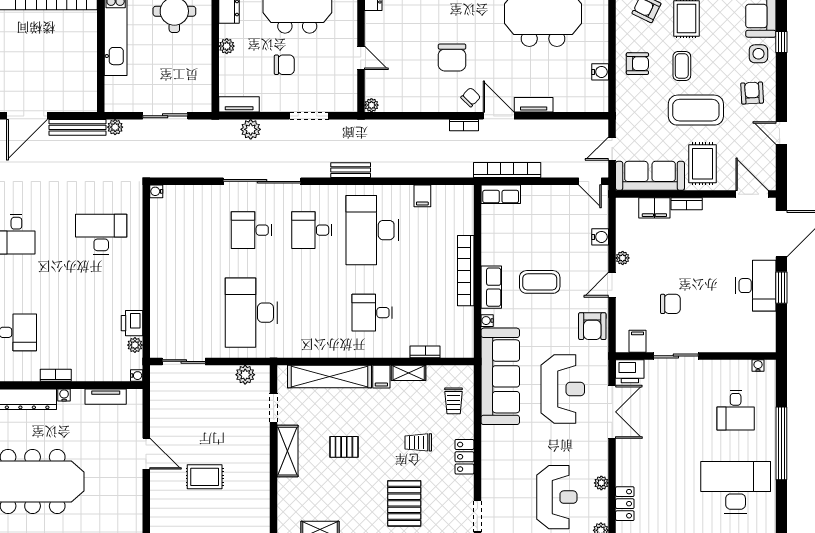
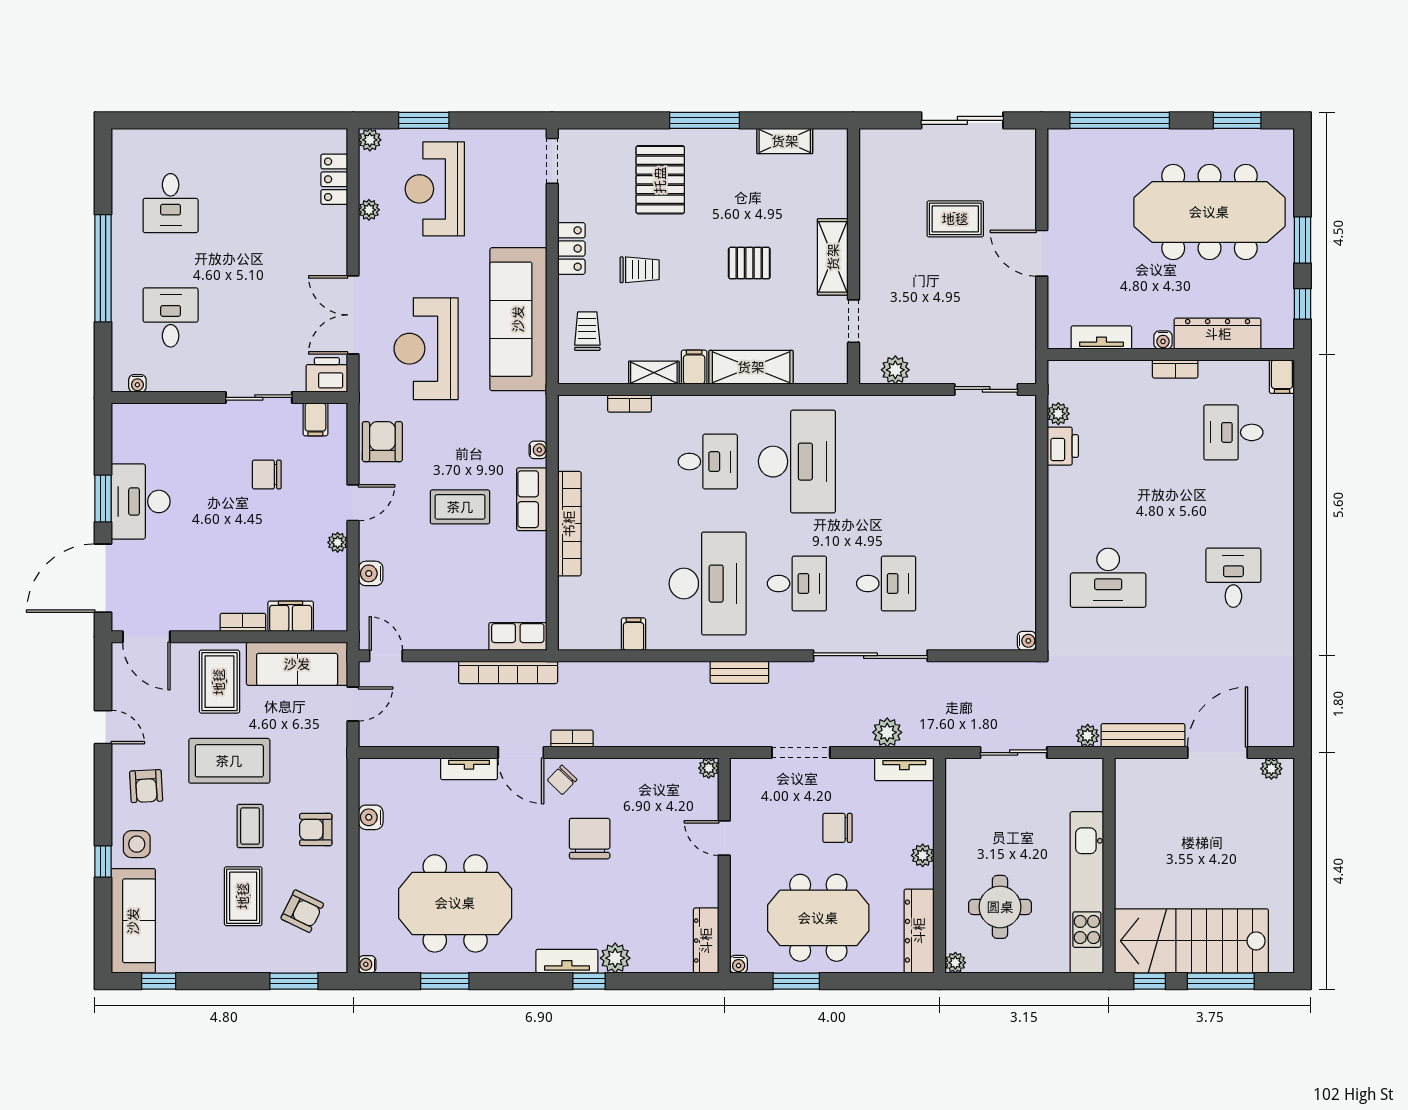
desk: (251, 313) -> (797, 462), moved
water cooler: (137, 376) -> (1056, 369), removed
shelving: (330, 376) -> (751, 367), width x0.68
sofa: (500, 376) -> (518, 319), moved
desk: (736, 488) -> (171, 203), width x0.53, depth x0.77

